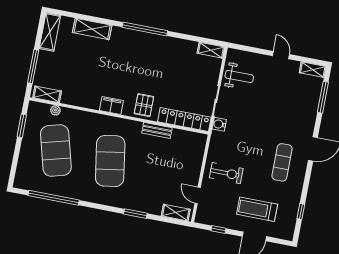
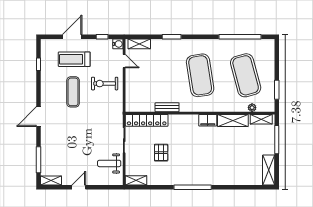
shelving: (92, 29) -> (233, 120), moved
door: (281, 55) -> (79, 187), swing flipped
pallet: (144, 105) -> (161, 153), moved
water cooler: (219, 124) -> (118, 44), moved
exercise mat: (282, 162) -> (73, 92), moved
treadmill: (257, 209) -> (74, 59), turned 180

